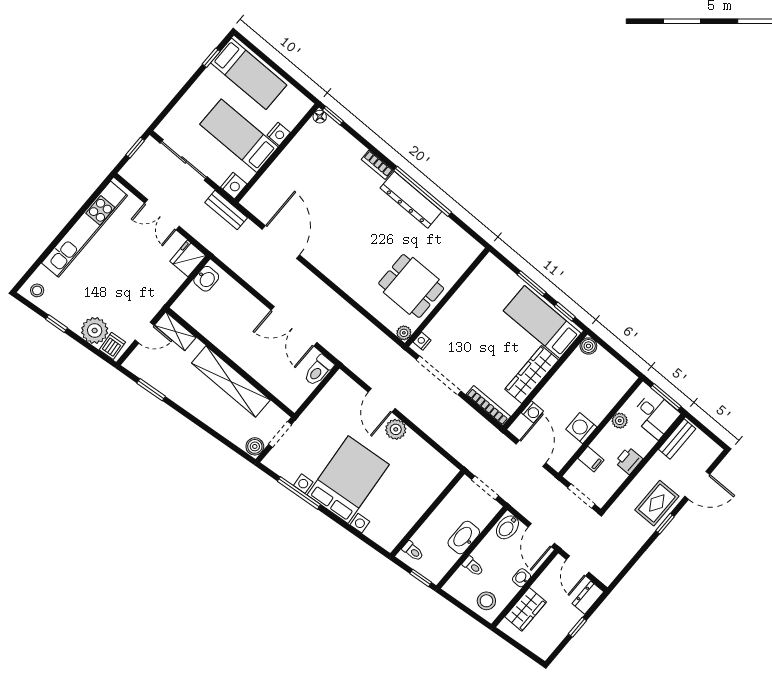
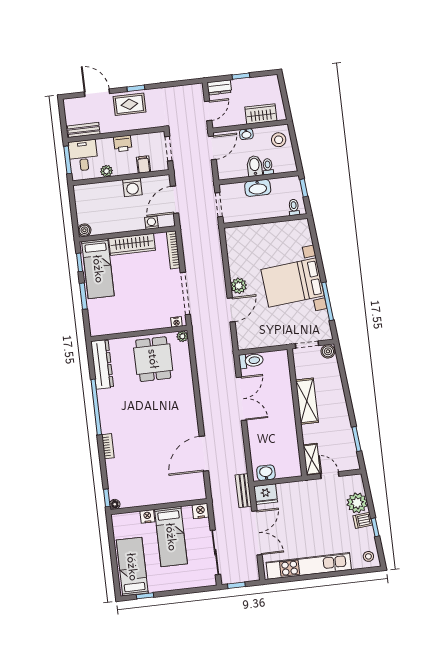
dresser: (411, 200) -> (102, 364), moved
bench: (226, 210) -> (243, 491), moved
double door: (162, 215) -> (257, 533), width x1.37
dishwasher: (112, 346) -> (363, 520), moved
shelving: (231, 382) -> (307, 401), width x0.68
bidet: (507, 527) -> (255, 166), moved, turned -90

